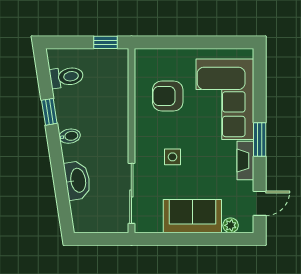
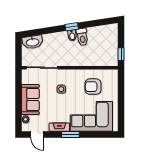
toilet: (66, 77) -> (82, 37), moved
armchair: (168, 96) -> (93, 87), turned -90
window: (49, 112) -> (72, 27), moved
washbasin: (77, 180) -> (33, 42), moved

